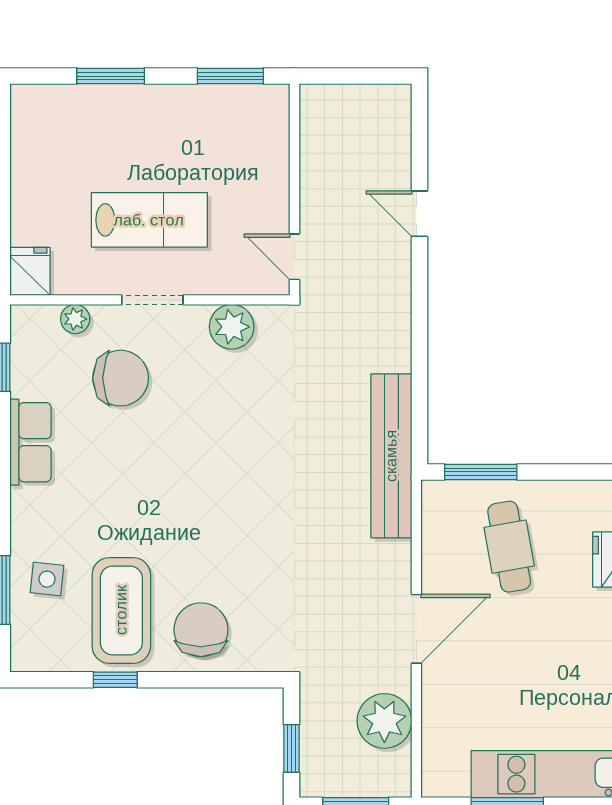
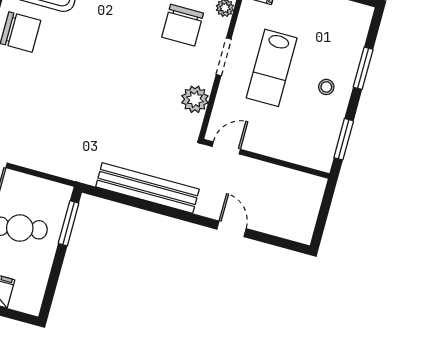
stool: (156, 126) -> (326, 87), added
door: (419, 214) -> (232, 229), hinge flipped
bench: (391, 456) -> (147, 188), moved

